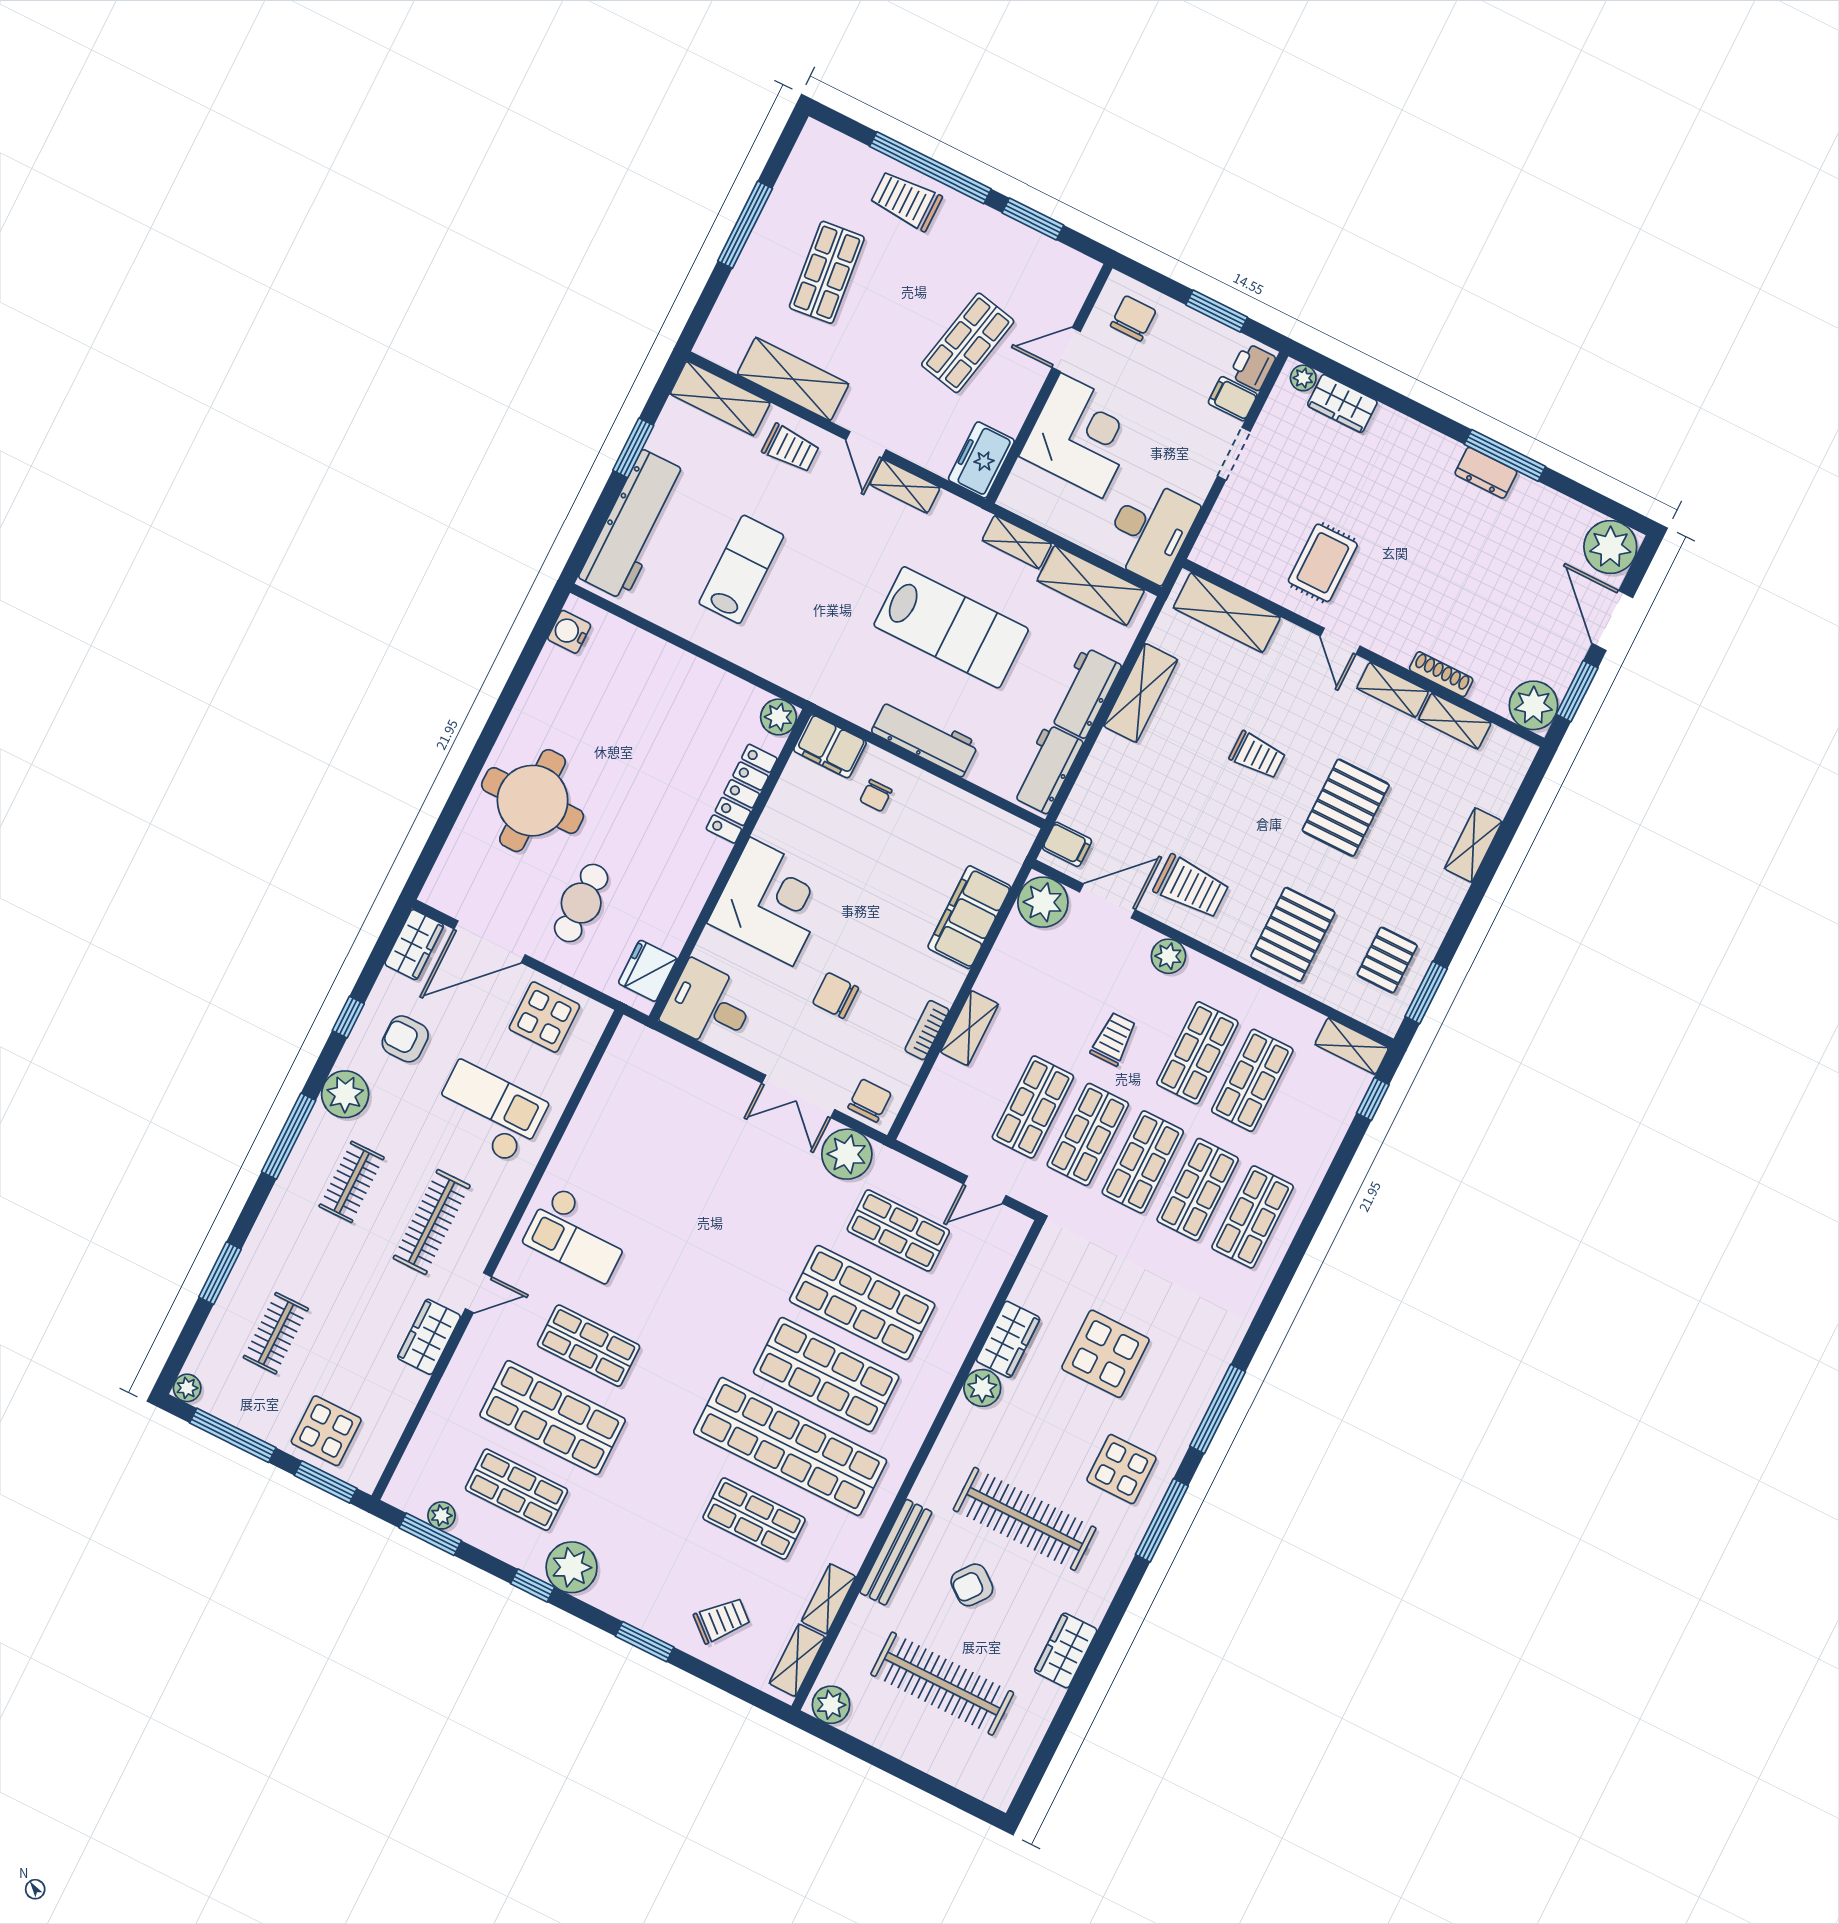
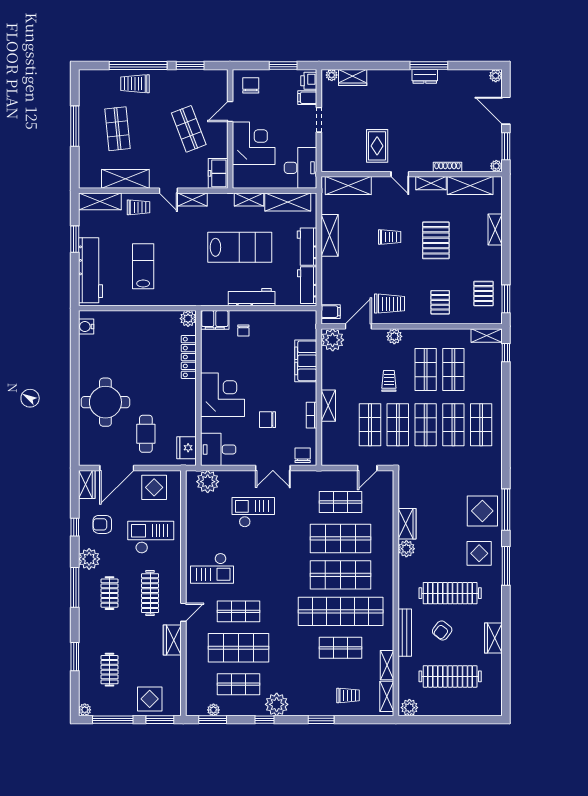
shop shelf: (968, 343) -> (189, 129), turned -33
plant: (1610, 547) -> (496, 76), width x0.53, depth x0.53
plant: (1534, 705) -> (496, 166), width x0.53, depth x0.53
shelving: (1455, 721) -> (470, 185), width x1.50, depth x1.33
pallet: (1293, 934) -> (440, 302), width x0.67, depth x0.71
plant: (847, 1154) -> (208, 482), moved
checkout: (716, 1164) -> (253, 512), added
display table: (1105, 1354) -> (482, 511), moved
trolley: (722, 1620) -> (348, 695), turned 49

